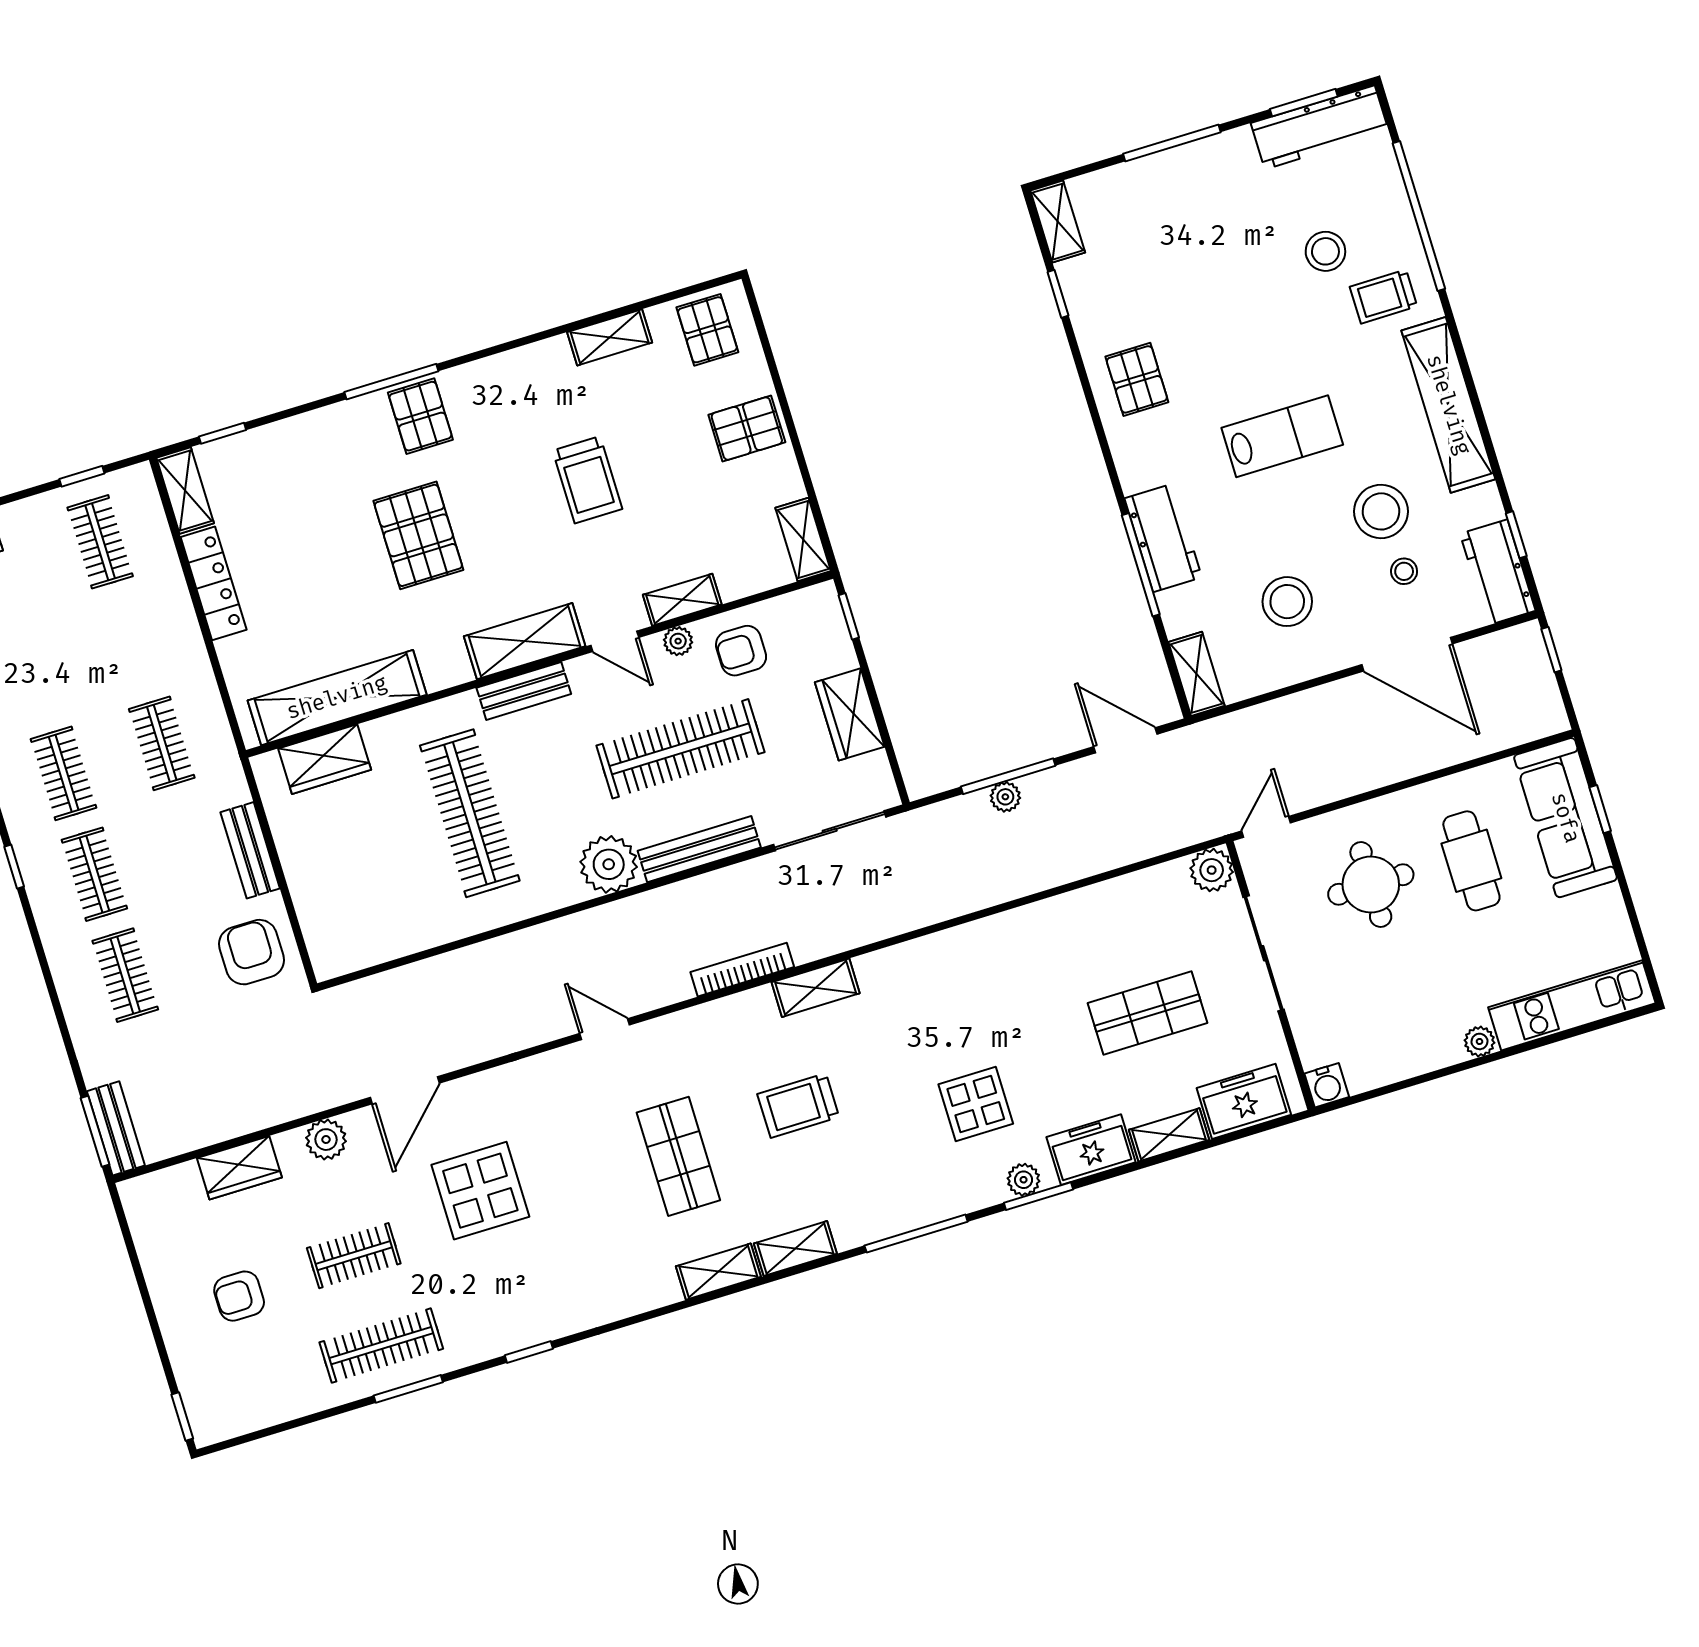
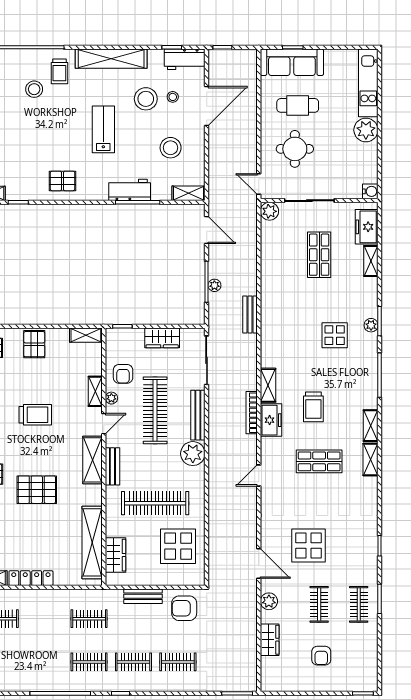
door: (1125, 740) -> (207, 230), swing flipped
display table: (388, 895) -> (178, 546), added
plant: (1479, 1041) -> (366, 130), width x1.88, depth x1.88
bench: (116, 1128) -> (250, 315), moved, turned 90
freezer: (1091, 1150) -> (271, 420), moved, turned 180
clothes rail: (381, 1346) -> (359, 604), width x0.73

